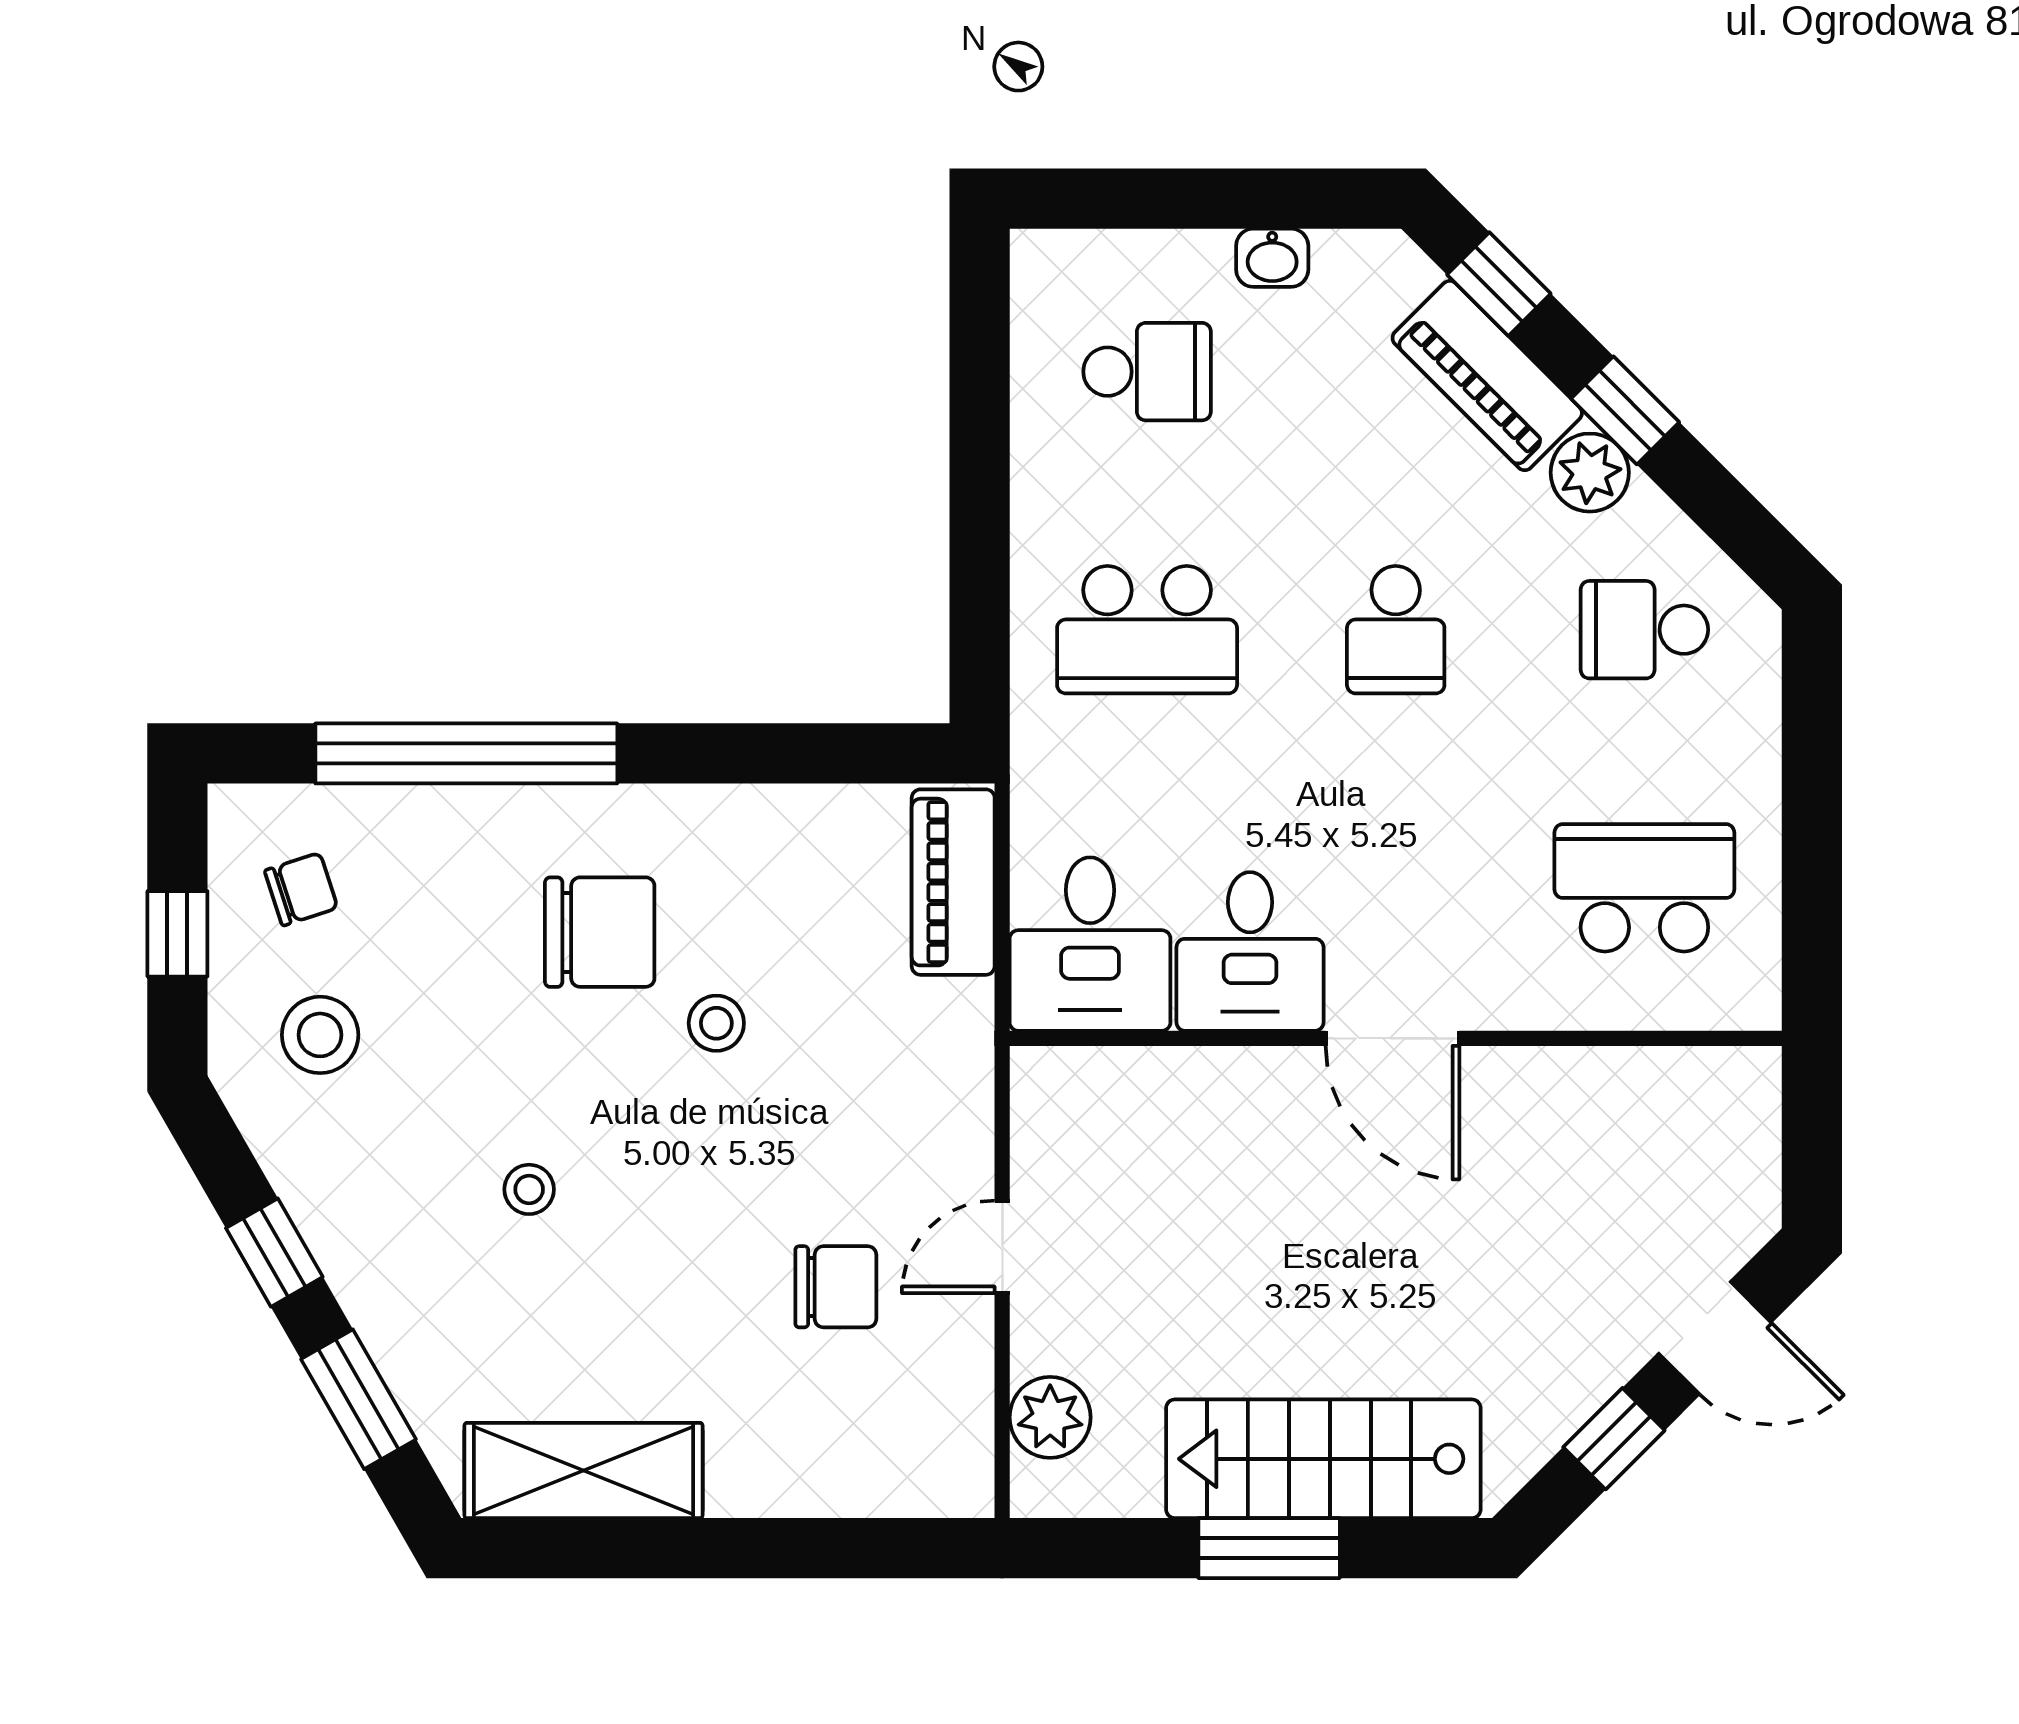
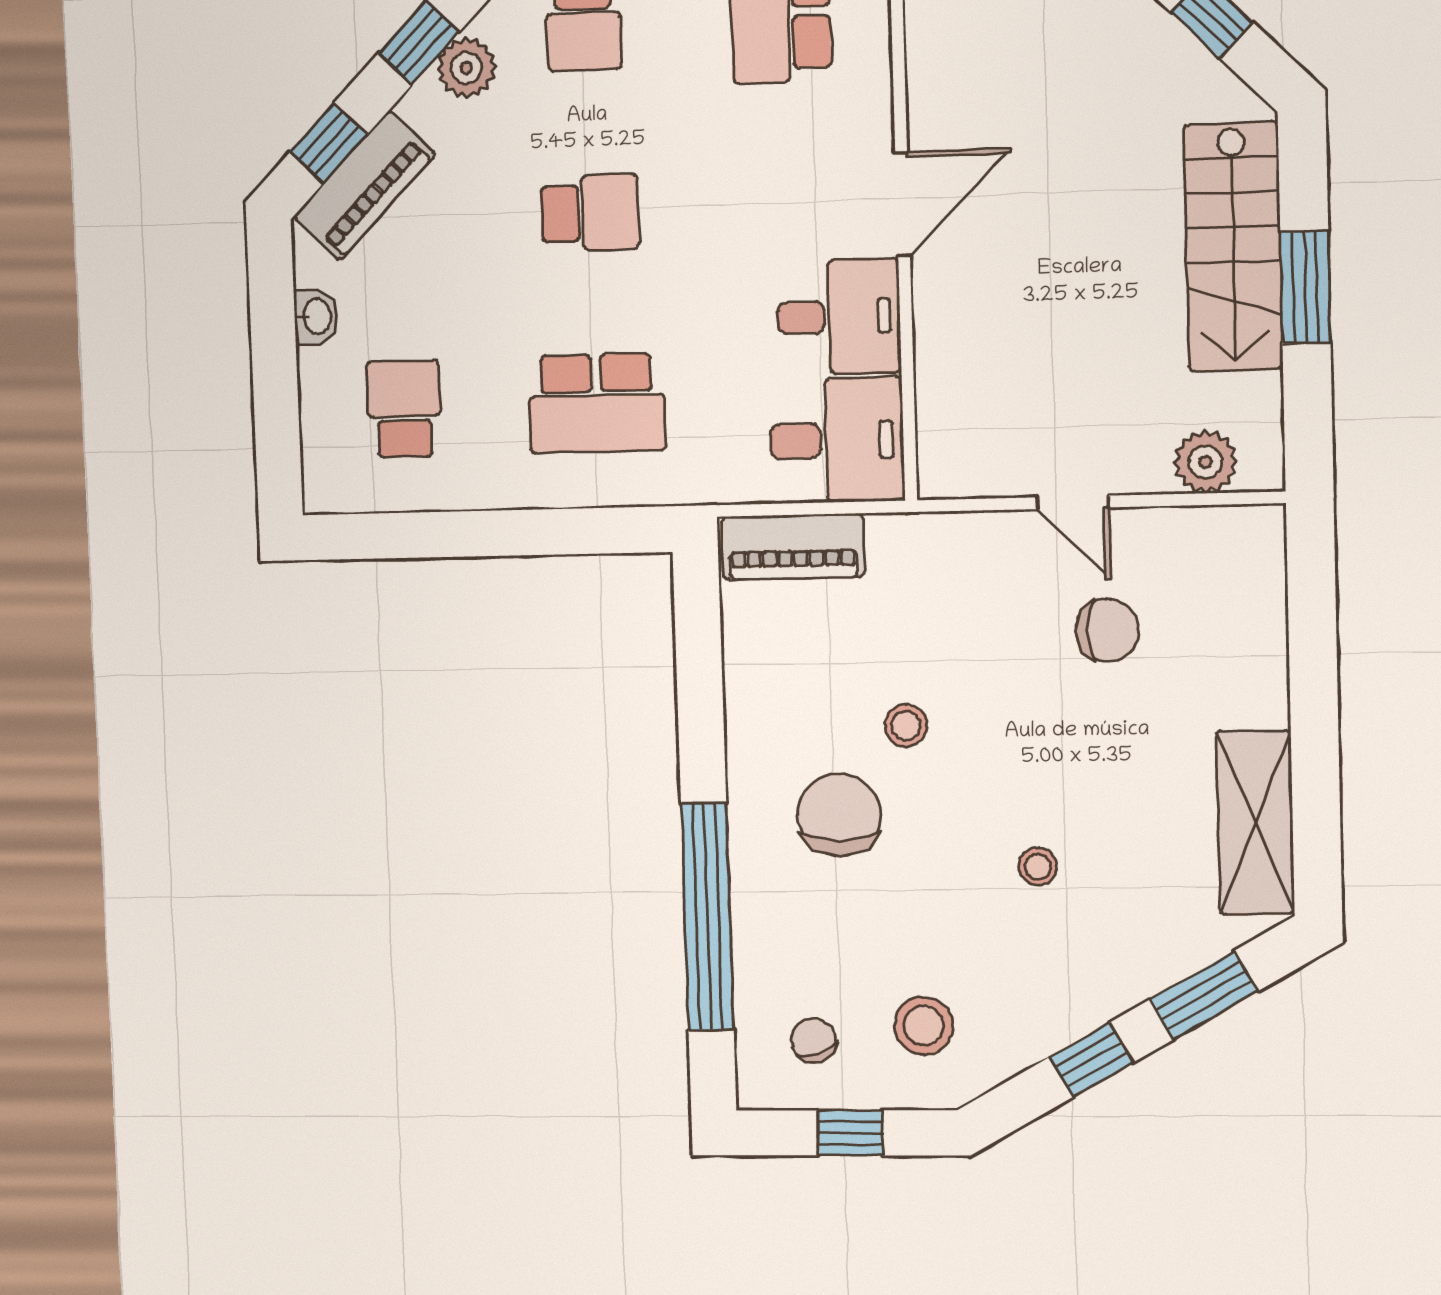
piano: (1487, 376) -> (364, 186), moved
school desk: (1147, 630) -> (597, 403), turned 90
chair: (836, 1287) -> (1107, 630), turned 90

